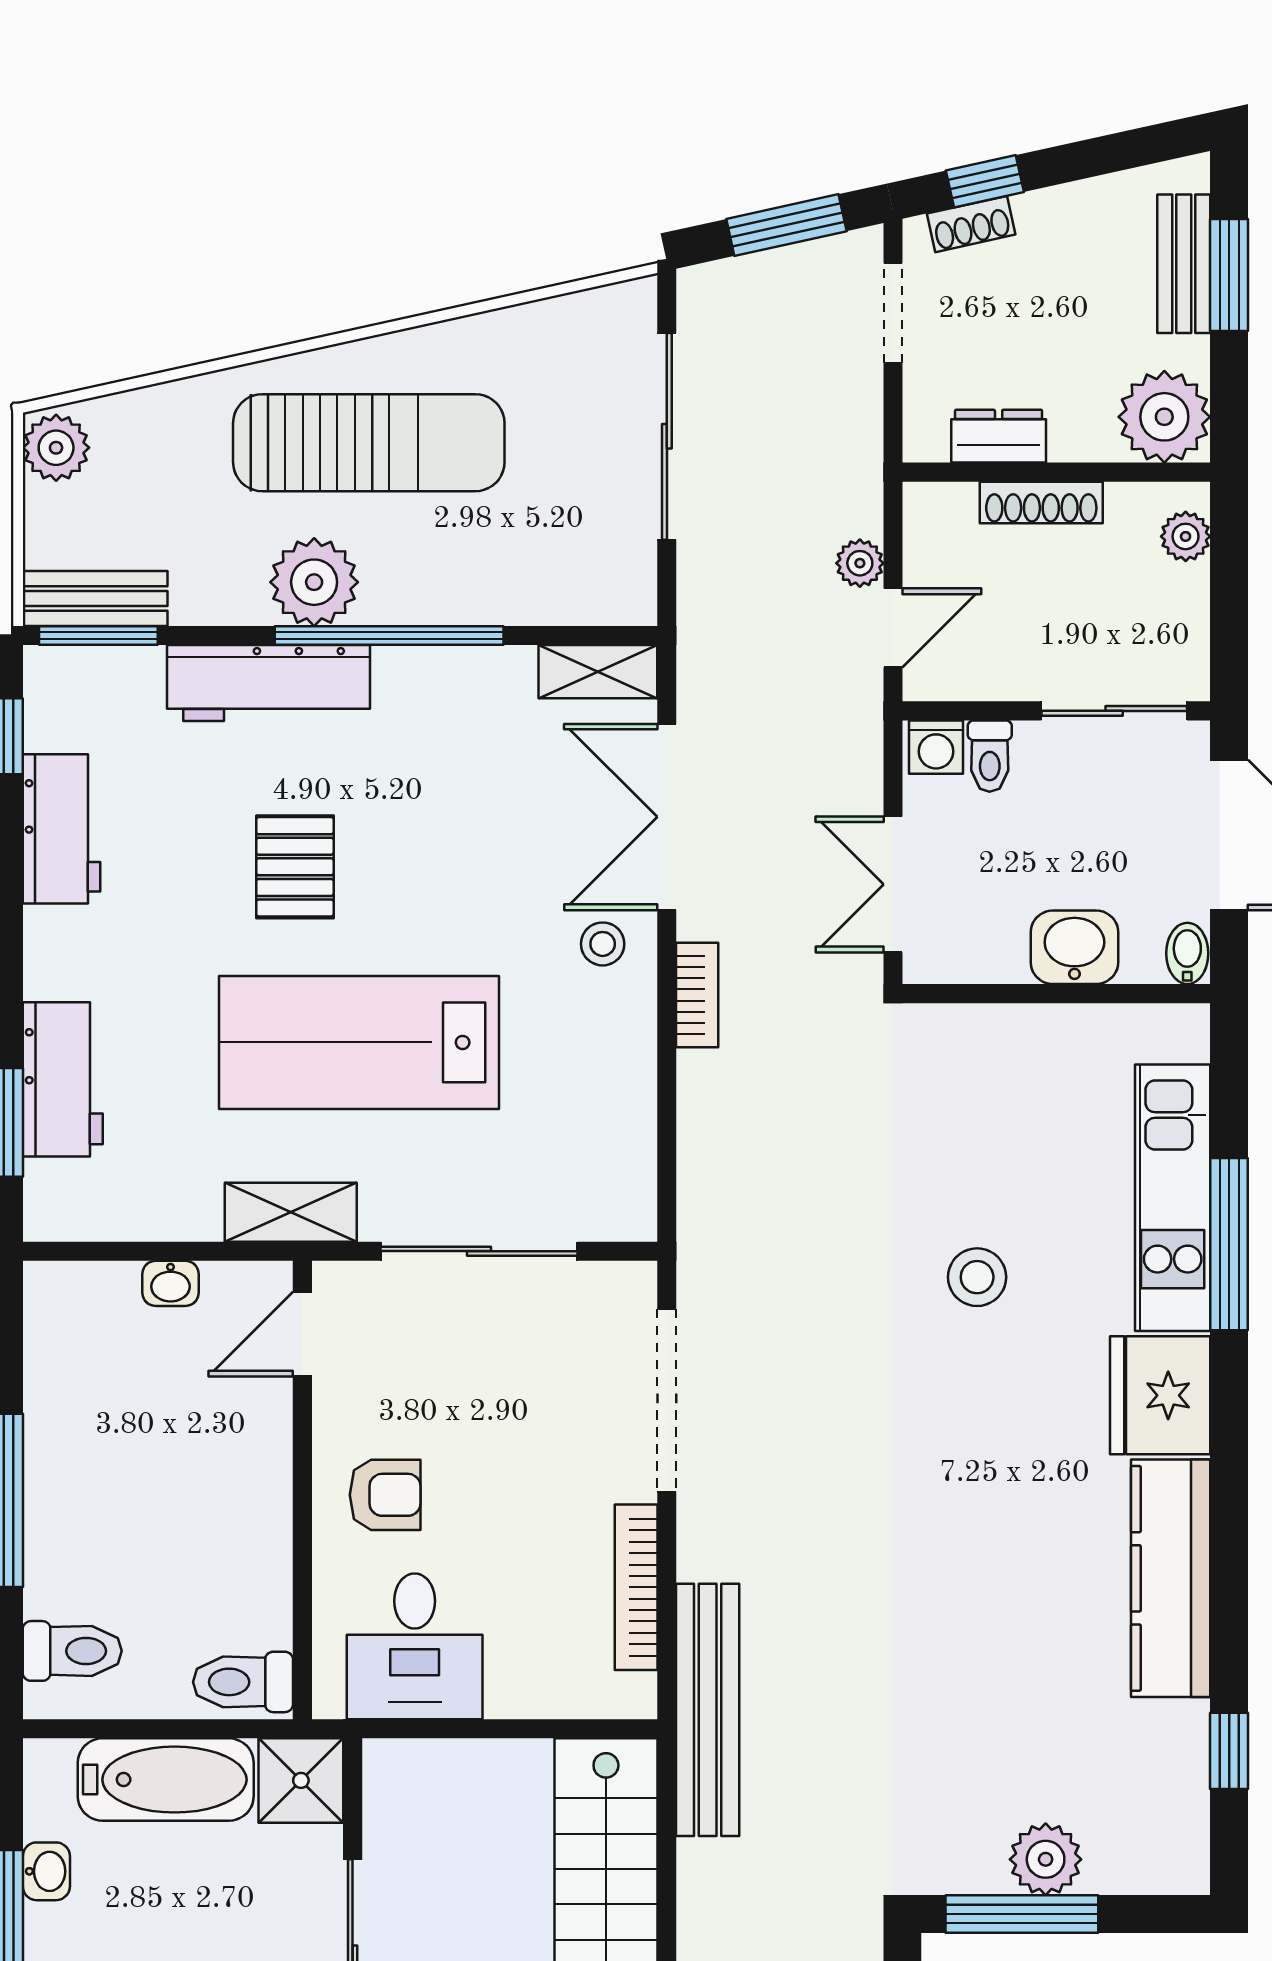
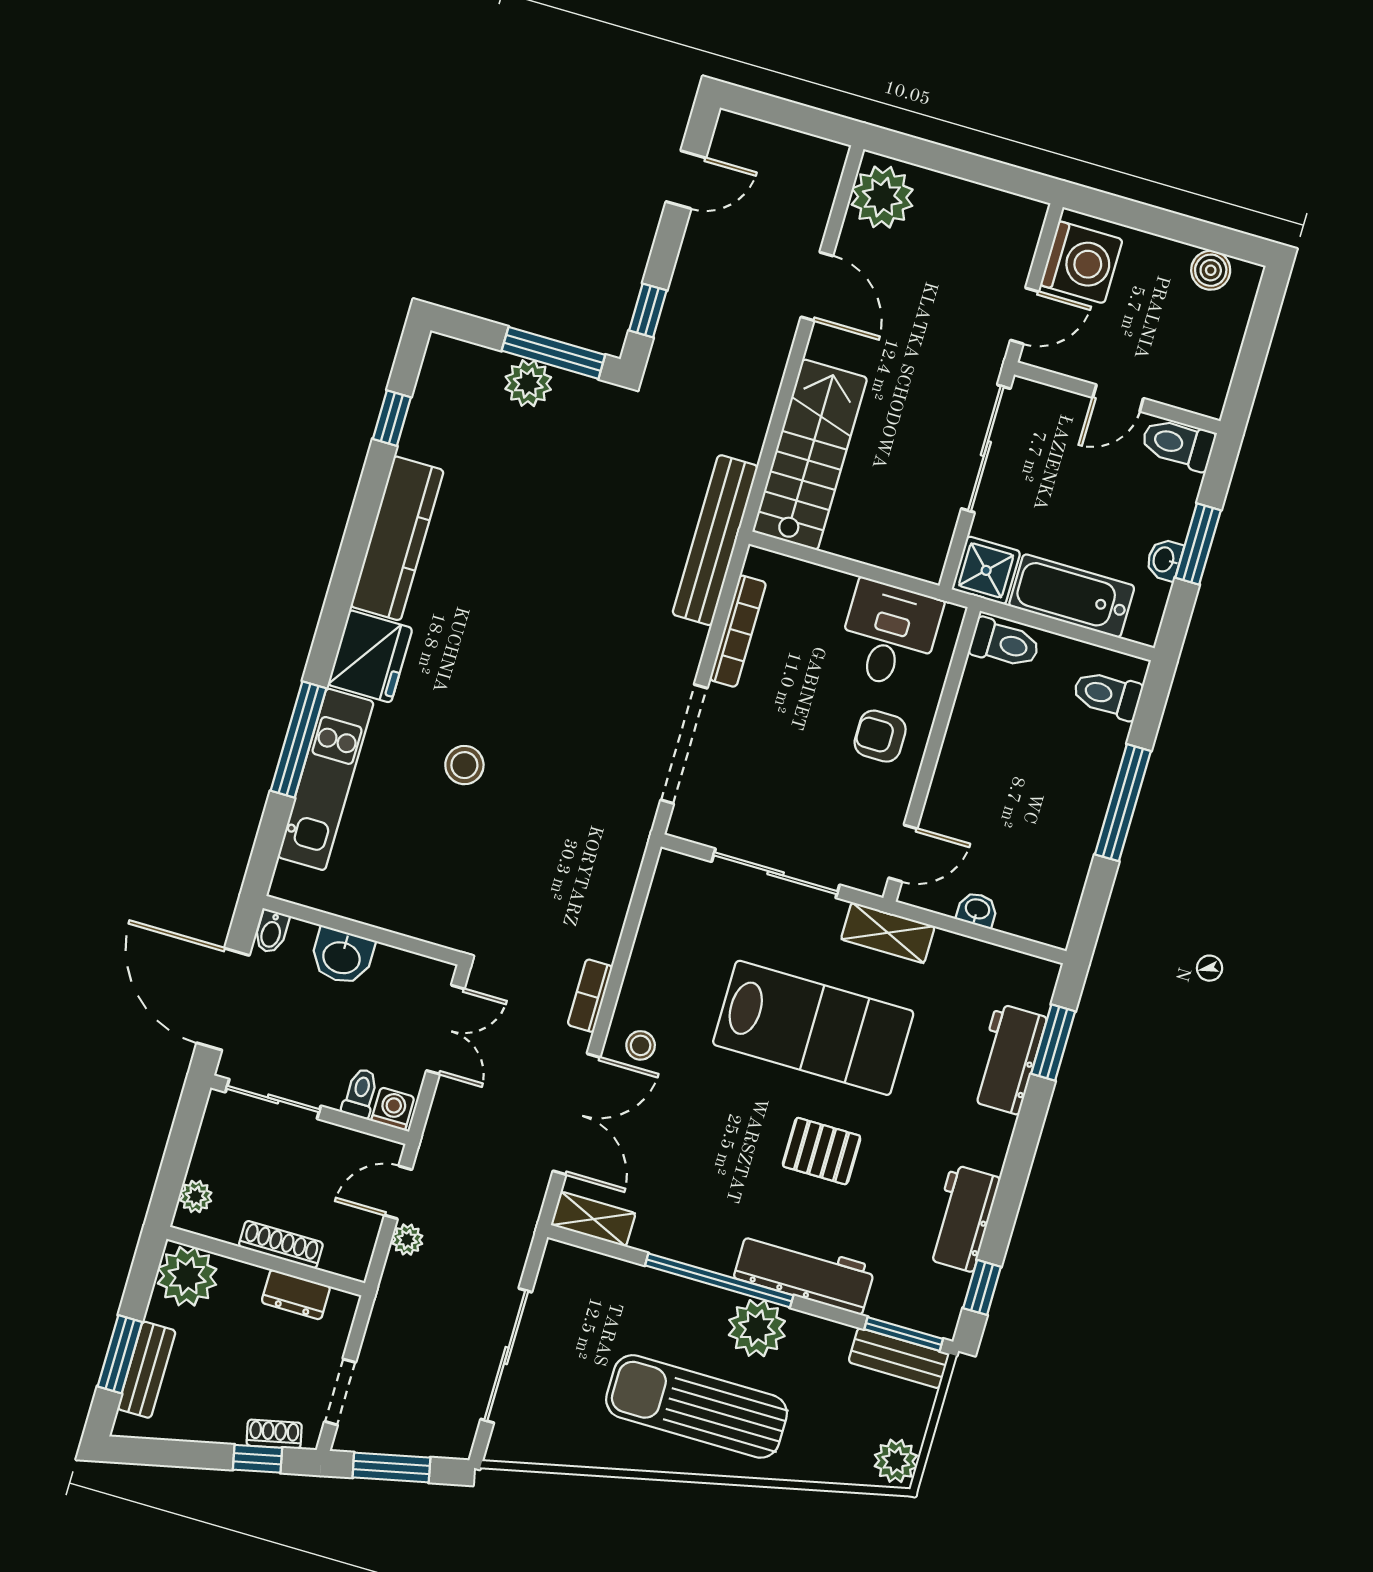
pallet: (295, 867) -> (822, 1151), turned 90

